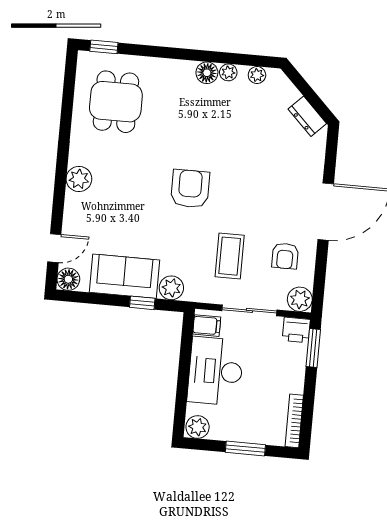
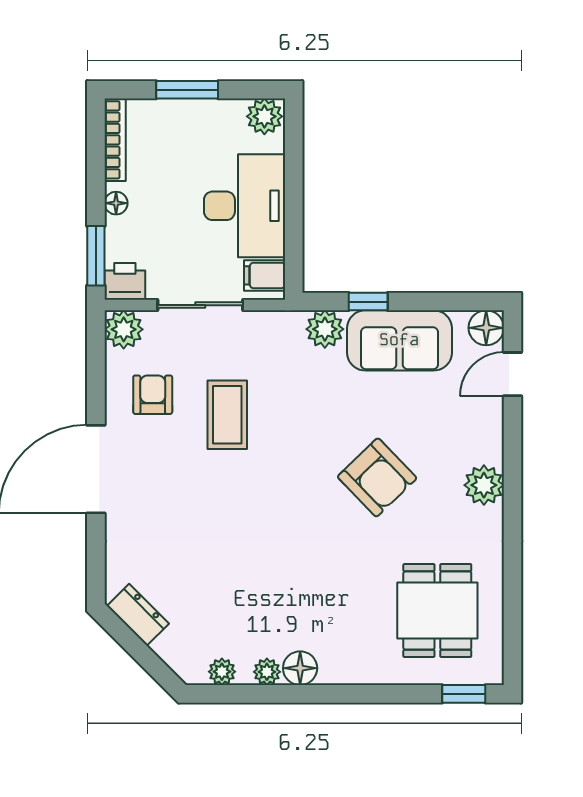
armchair: (190, 189) -> (377, 477), moved, turned -44
coffee table: (230, 256) -> (227, 415), moved
floor lamp: (297, 380) -> (116, 203), added

